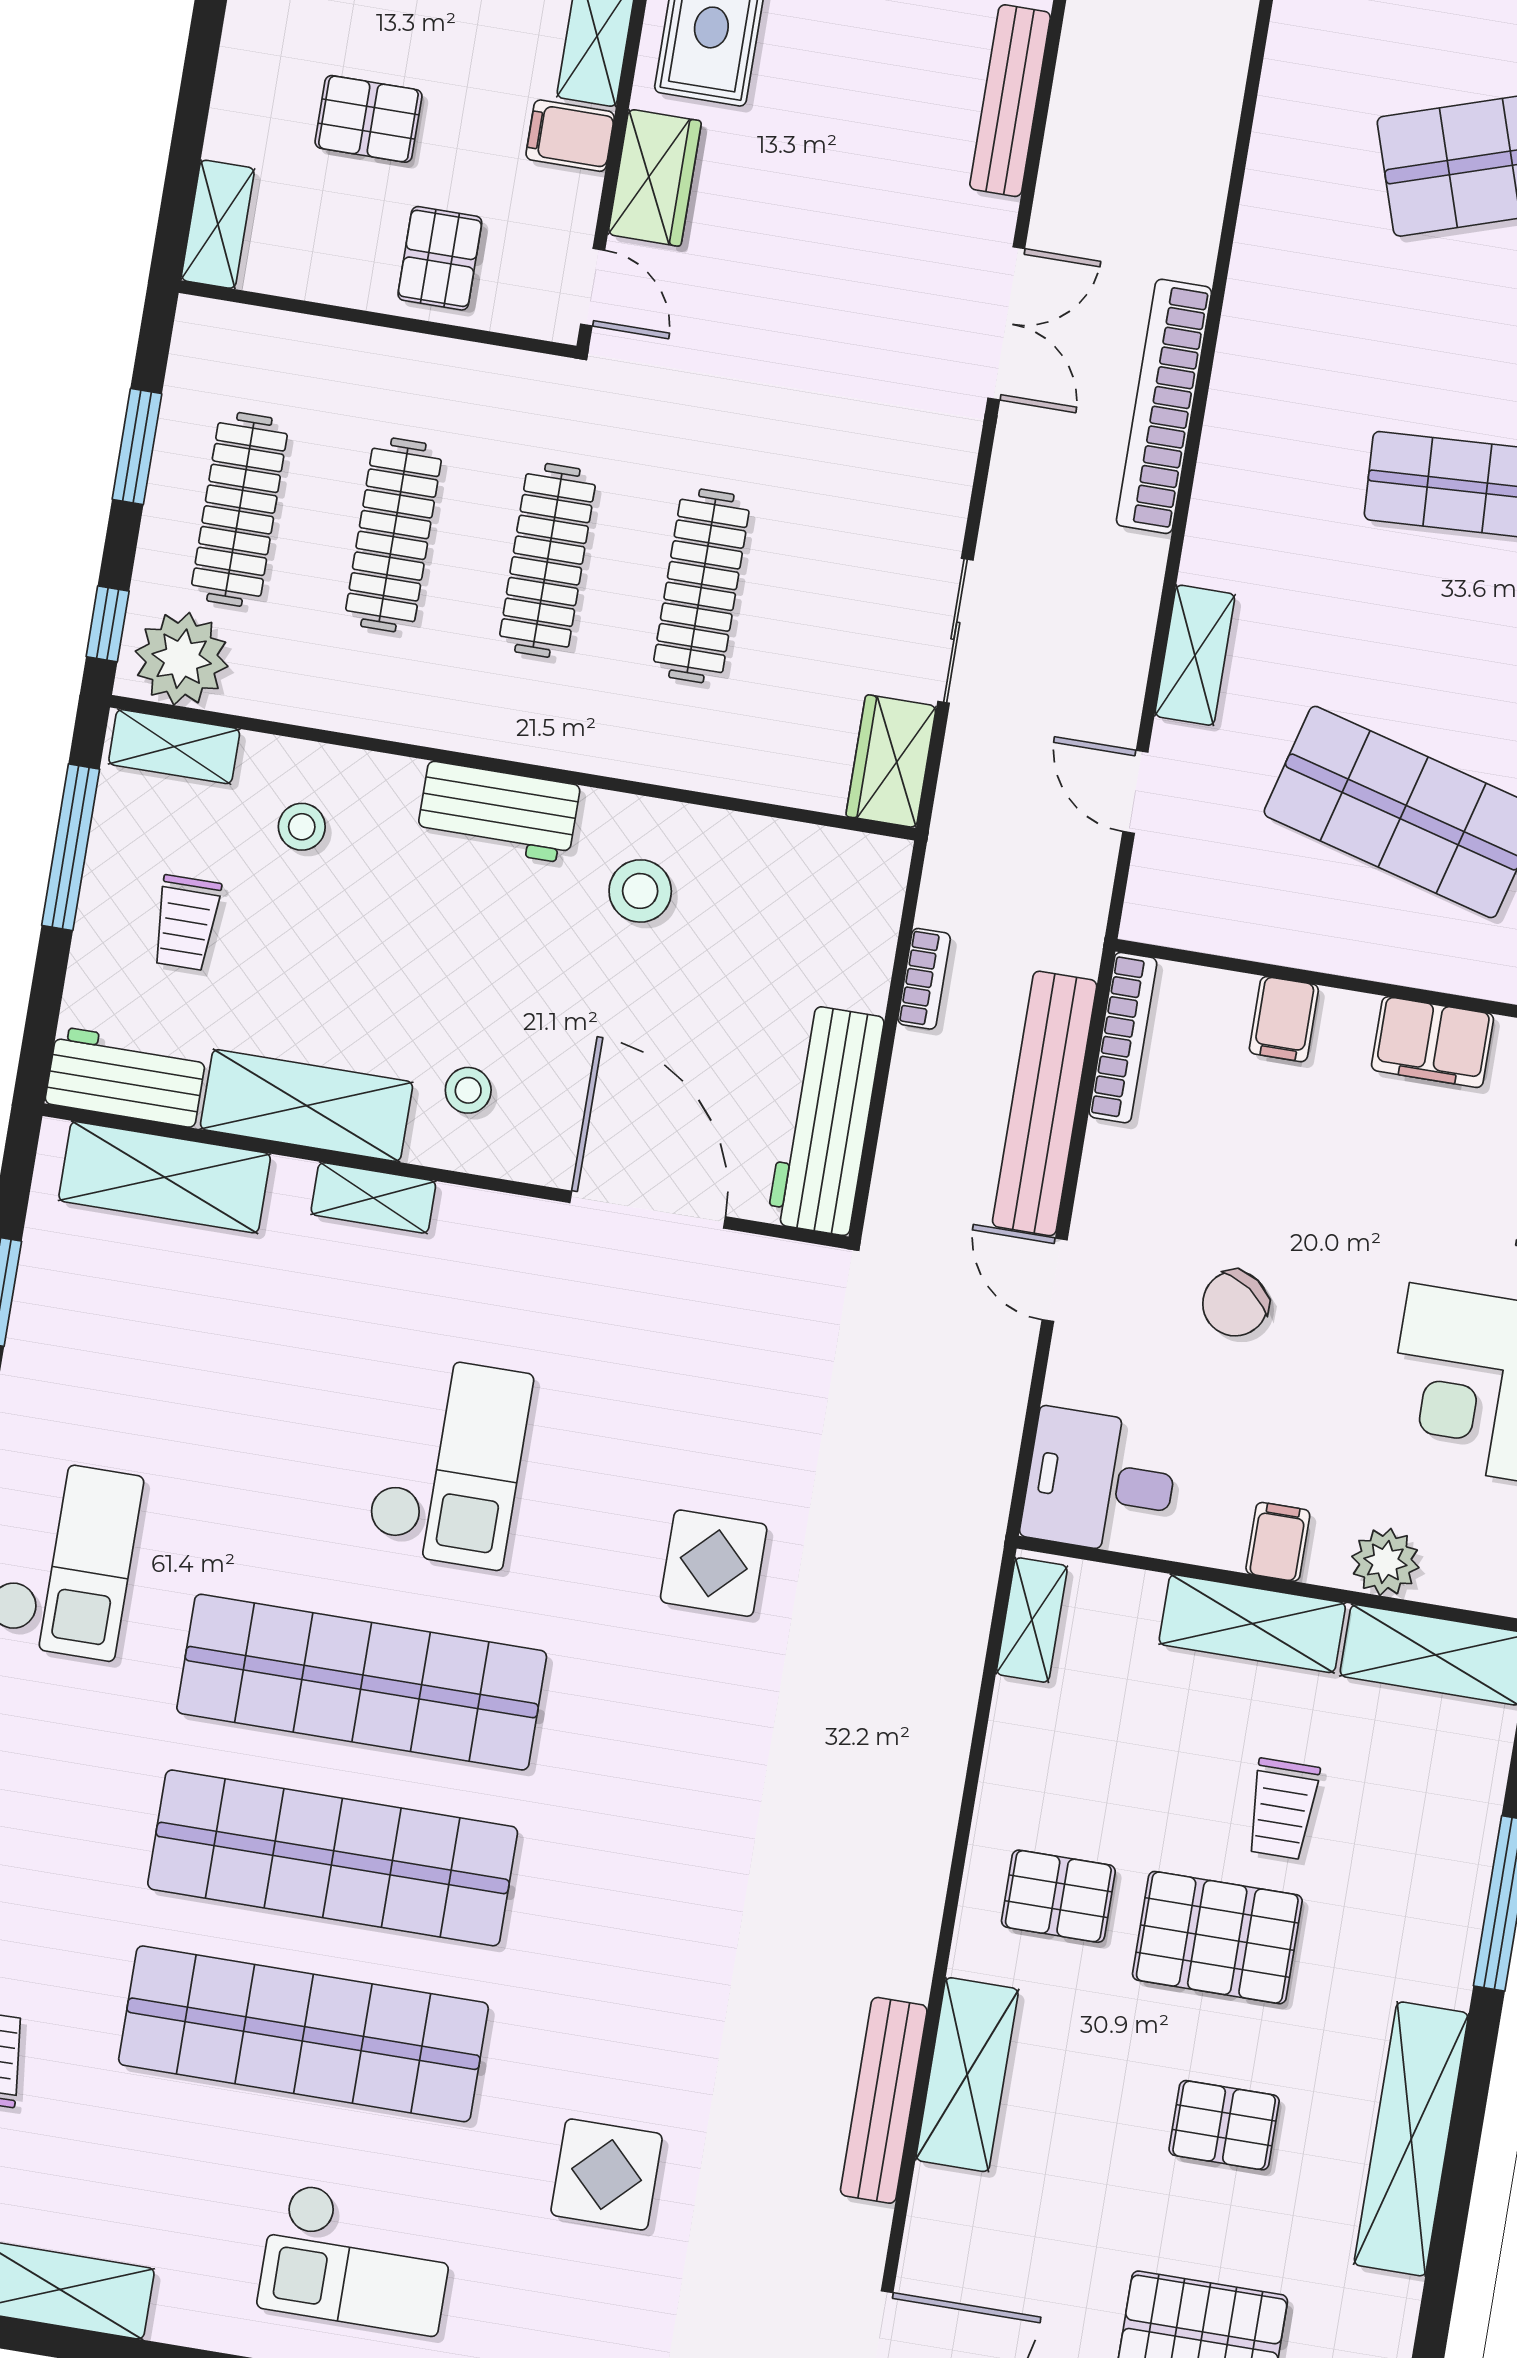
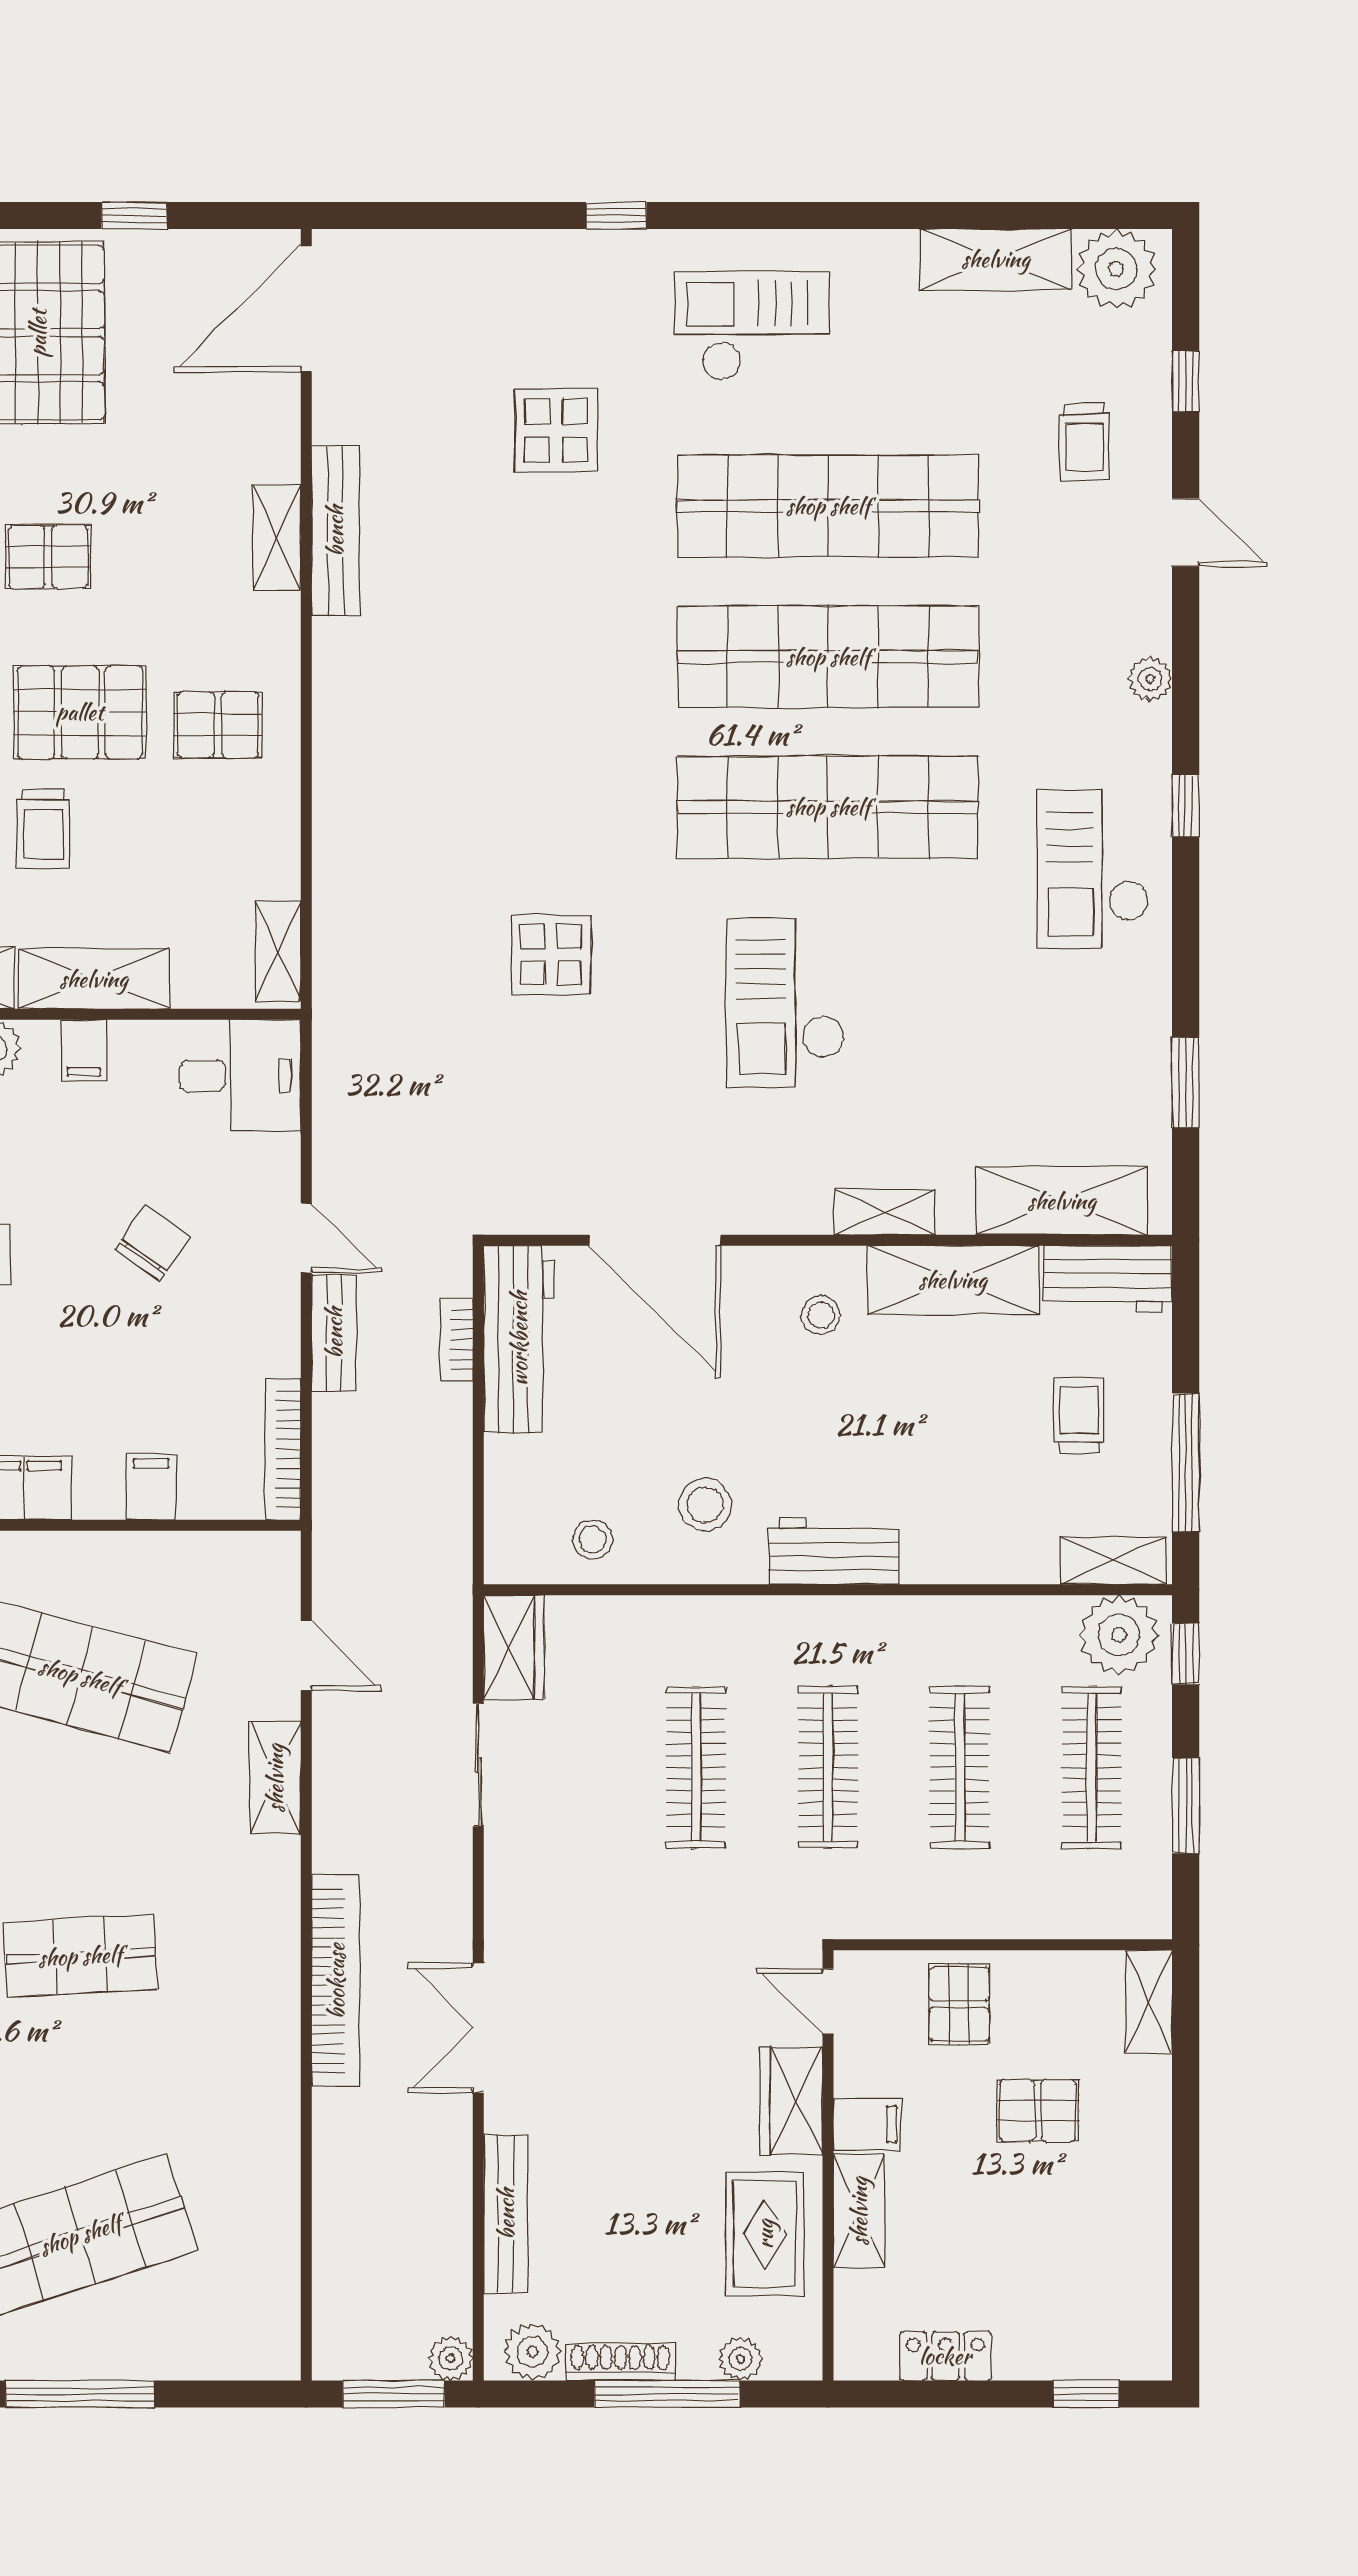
stool: (302, 827) -> (593, 1540), moved
bookcase: (924, 979) -> (456, 1340), moved
bench: (1045, 1103) -> (334, 1333), width x0.54, depth x0.82
trolley: (1282, 1809) -> (43, 829), turned 180
shelving: (967, 2075) -> (277, 537), width x0.67, depth x0.75

